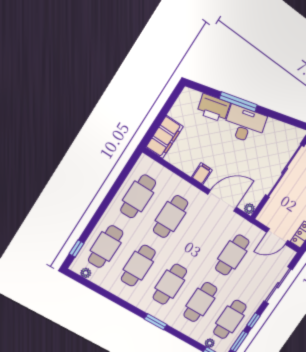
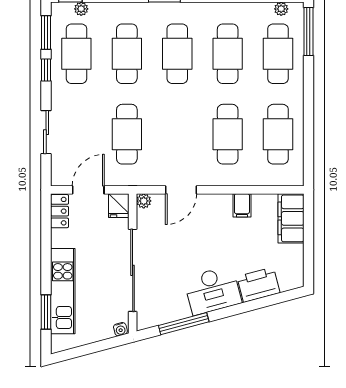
window: (238, 102) -> (184, 324), moved
filing cabinet: (202, 174) -> (242, 205), moved
door: (222, 201) -> (181, 190), width x0.73
fridge: (266, 216) -> (119, 206), added
window: (77, 248) -> (308, 32), width x2.17
sliding door: (278, 285) -> (46, 132), width x0.73

